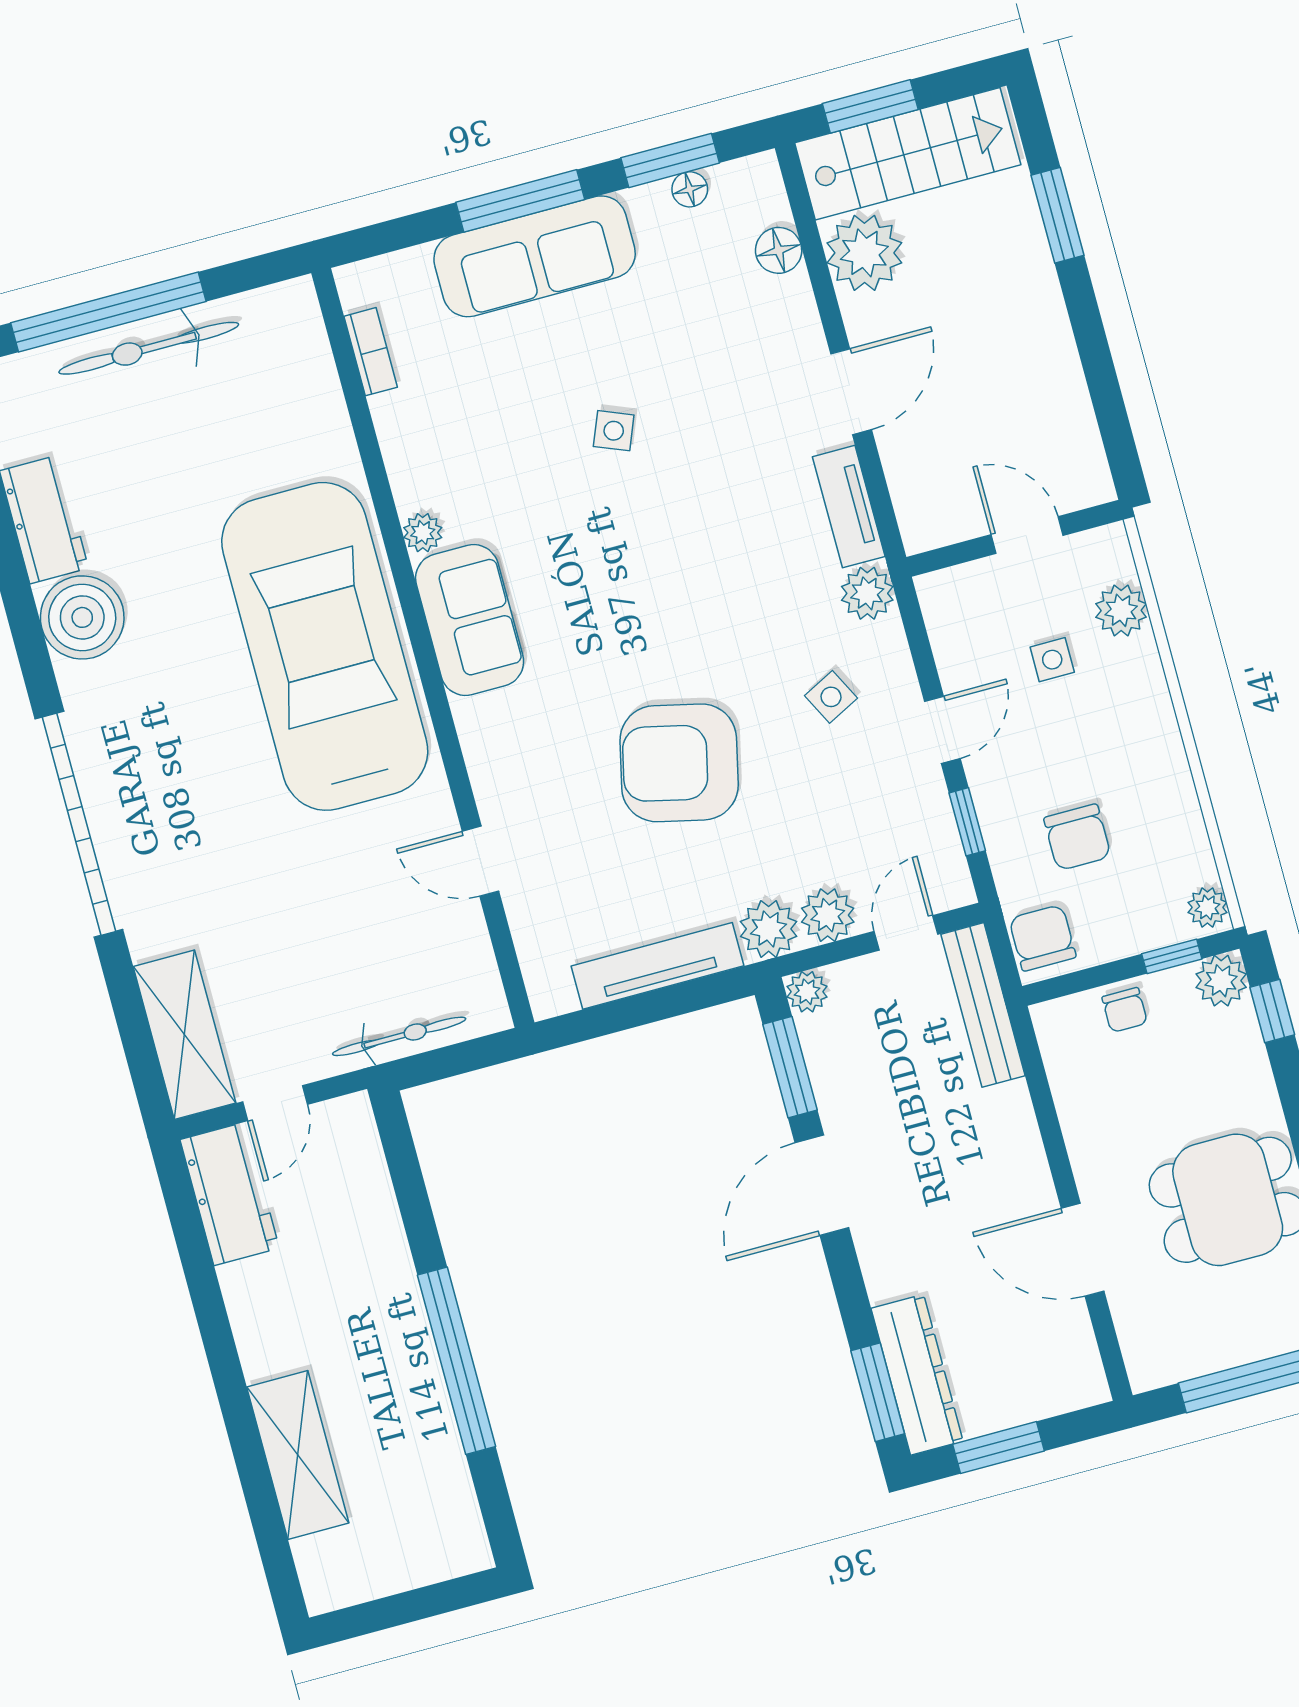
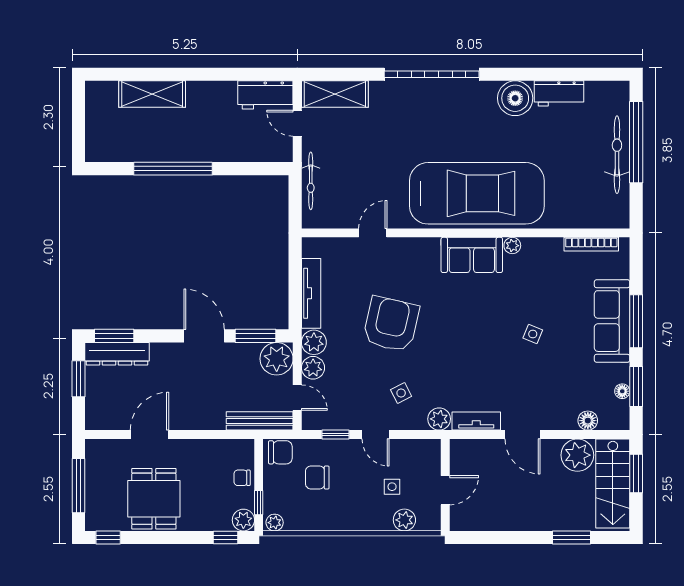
bookcase: (371, 352) -> (591, 244), width x1.56
plant: (807, 992) -> (277, 359), width x1.87, depth x1.87

